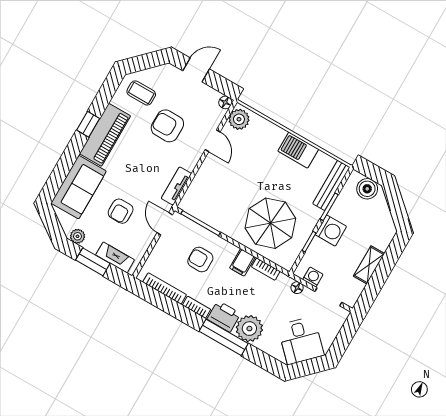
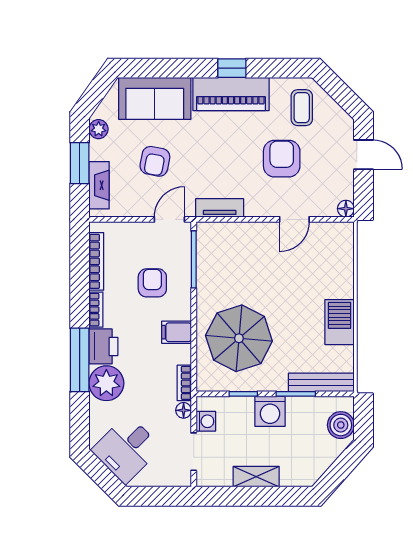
plant: (239, 119) -> (336, 235), removed
armchair: (121, 211) -> (155, 161), turned -79
bookcase: (266, 269) -> (184, 383), moved

